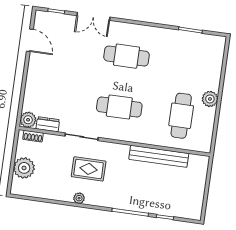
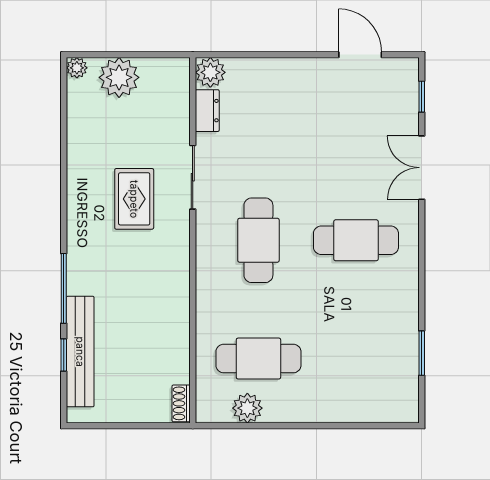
door: (30, 40) -> (360, 55), swing flipped
cafe table: (127, 56) -> (356, 240), turned 90
plant: (210, 99) -> (247, 408), moved
shoe rack: (33, 136) -> (181, 403), moved
bench: (159, 156) -> (80, 352), moved
plant: (79, 198) -> (77, 68), moved

